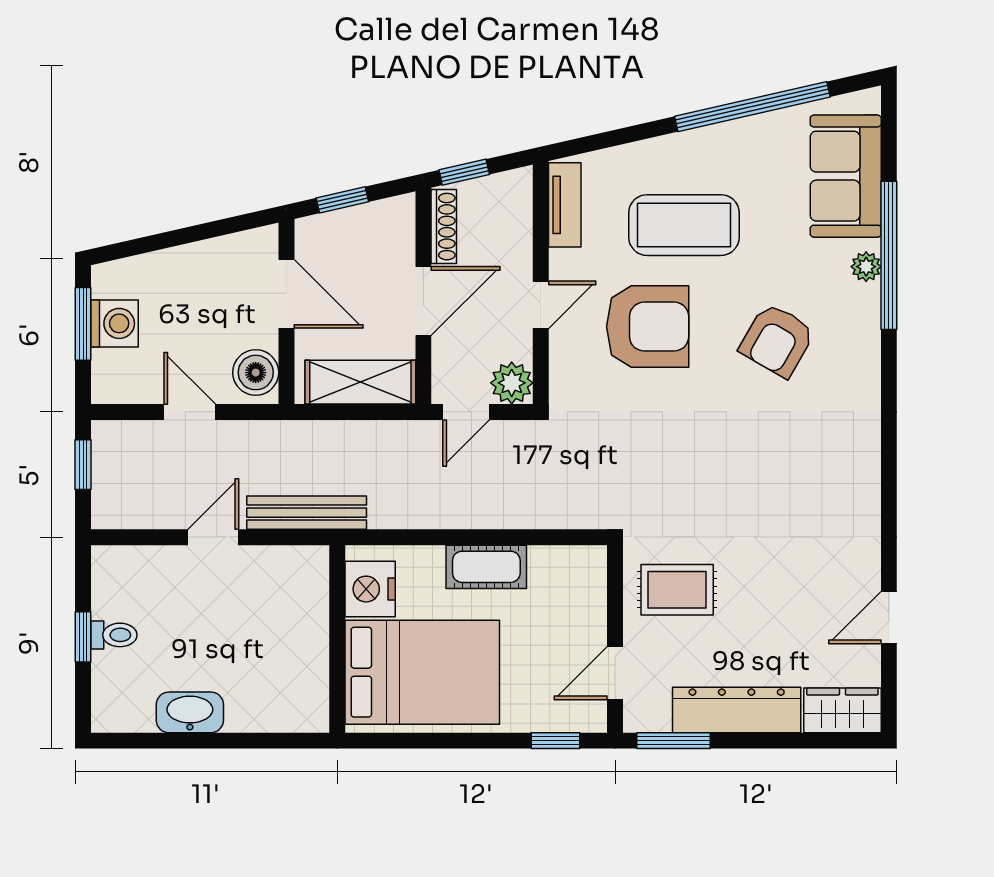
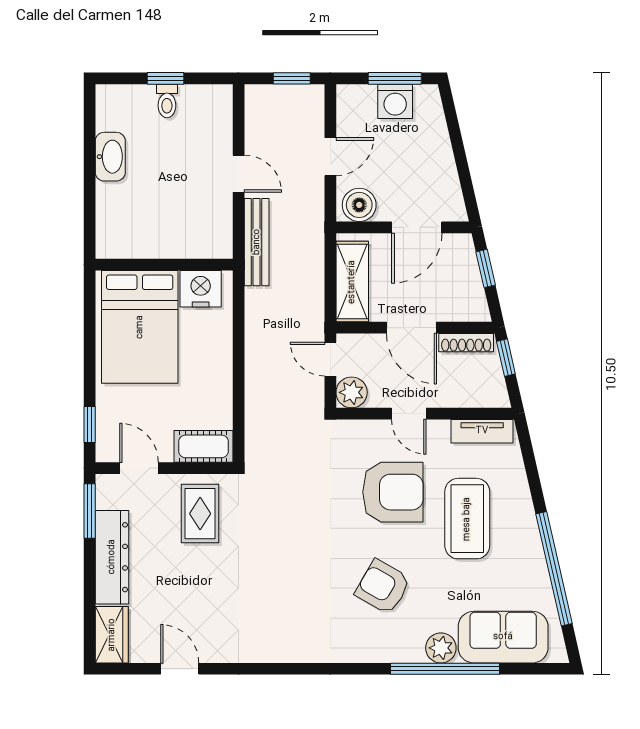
plant: (866, 267) -> (441, 648), width x1.38, depth x1.38
armchair: (648, 327) -> (393, 492), turned -90
cot: (486, 567) -> (203, 446), moved, turned 90

